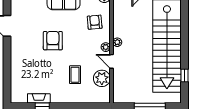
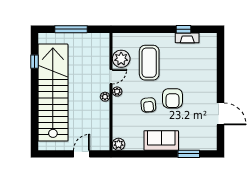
armchair: (95, 22) -> (148, 105), moved
door: (112, 61) -> (111, 77), hinge flipped
coffee table: (75, 75) -> (149, 63), width x1.86, depth x1.72

